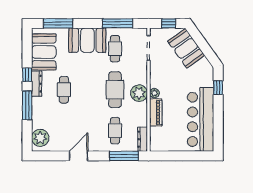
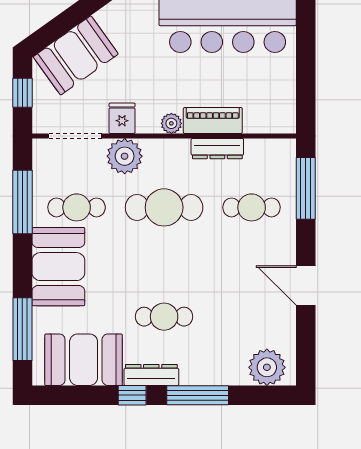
fridge: (157, 70) -> (122, 118), added
plant: (139, 93) -> (125, 156), moved
dresser: (143, 139) -> (217, 149), moved

